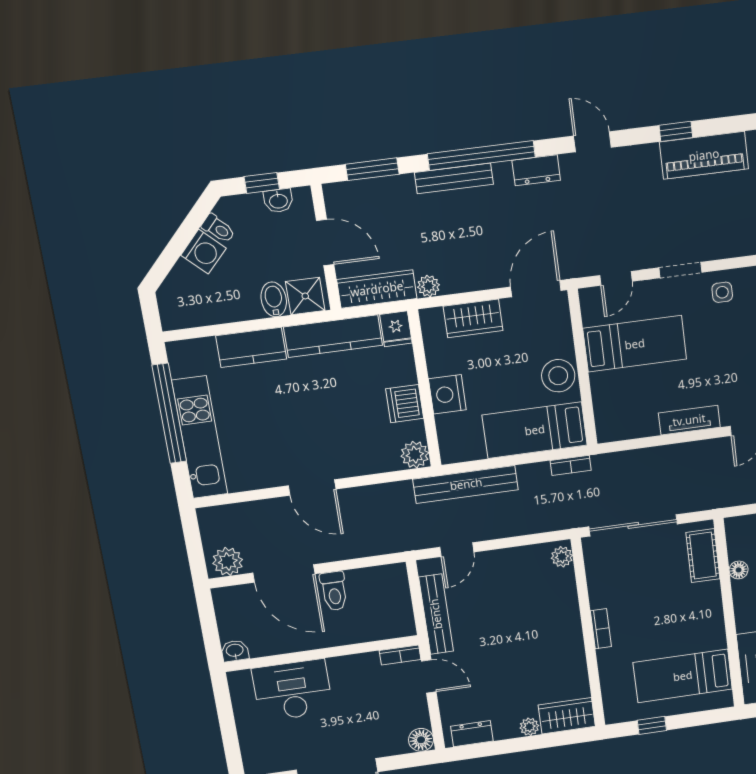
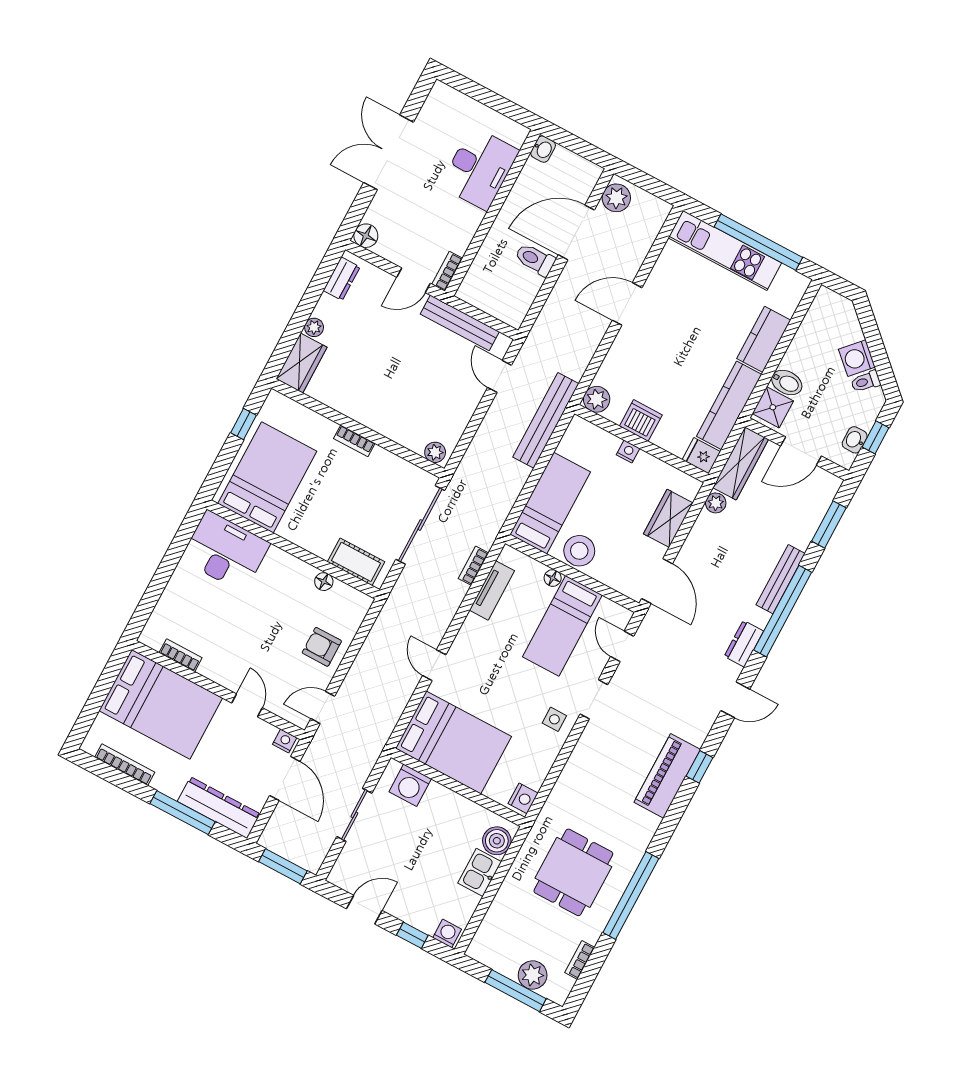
floor lamp: (599, 382) -> (553, 578), added
nightstand: (447, 394) -> (628, 452), width x0.53, depth x0.56
tv unit: (689, 420) -> (492, 590), moved
bookcase: (571, 465) -> (473, 566), moved
bed: (683, 676) -> (267, 477), width x1.50

